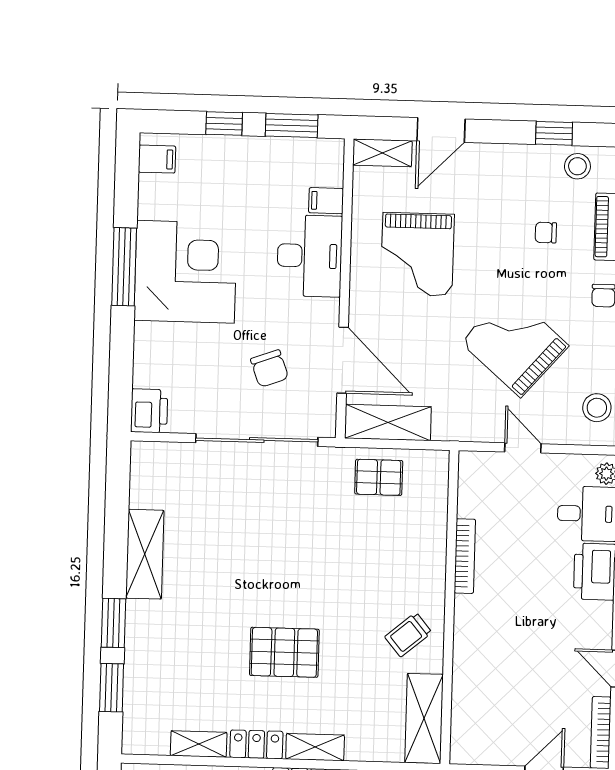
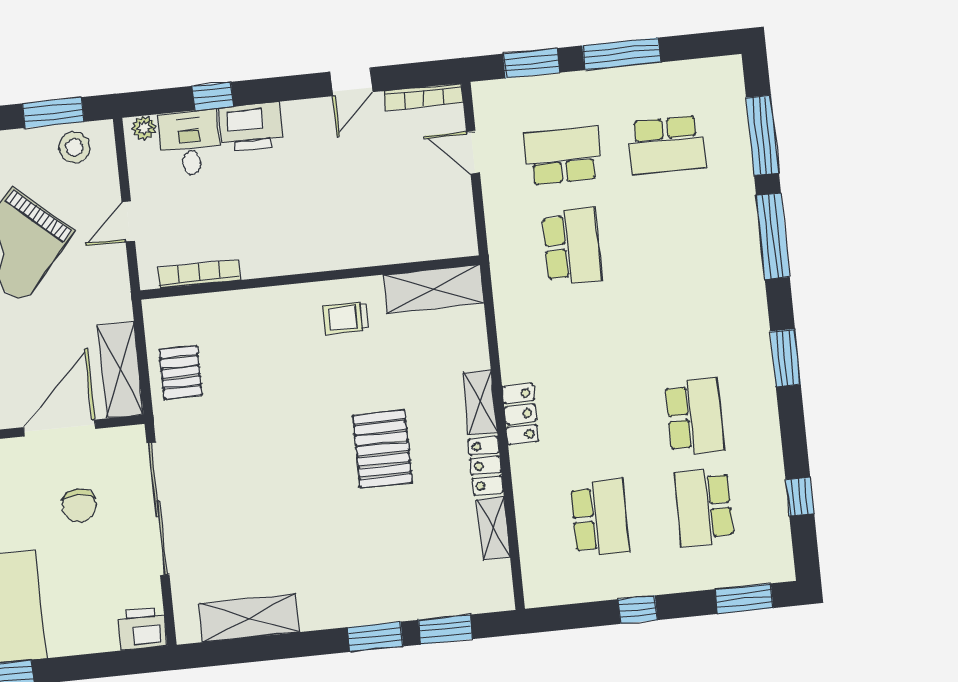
chair: (270, 369) -> (79, 505), turned 110
shelving: (145, 554) -> (249, 618), moved
bookcase: (465, 556) -> (199, 274), moved
trolley: (408, 635) -> (346, 318), turned 130

